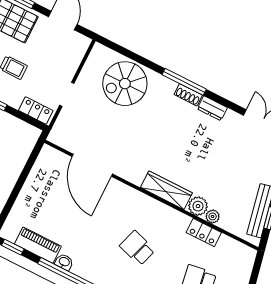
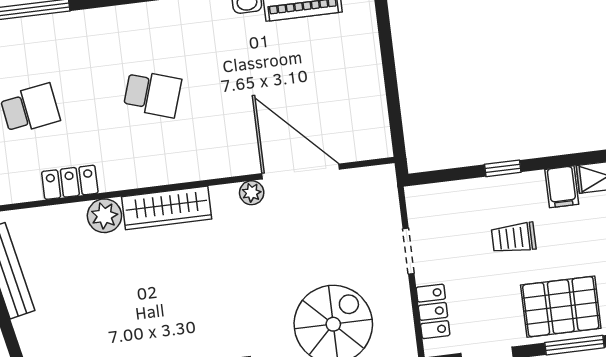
locker: (36, 110) -> (433, 311), moved, turned -90
plant: (213, 216) -> (252, 193), moved

